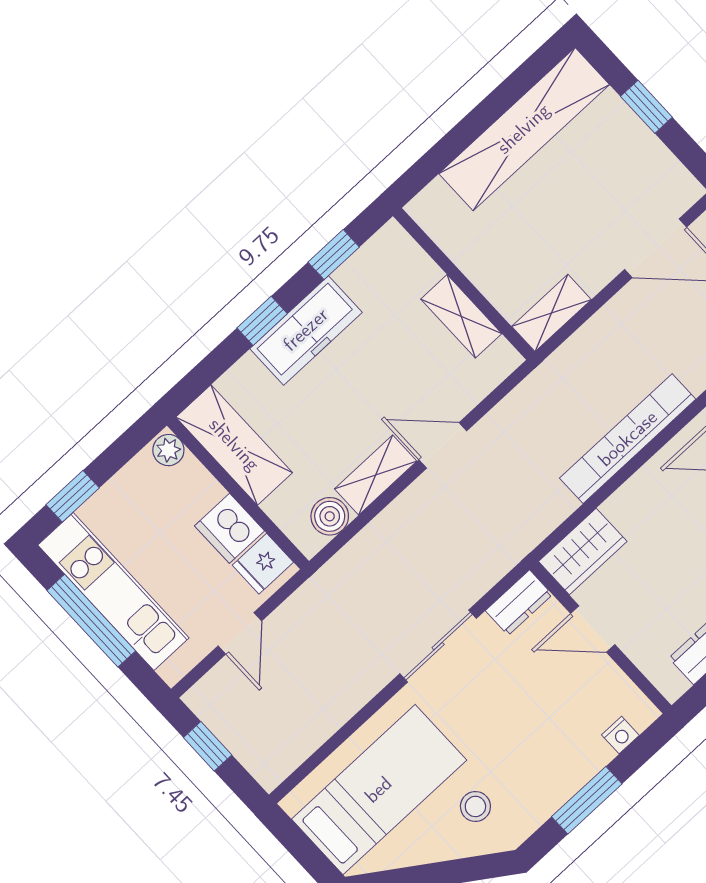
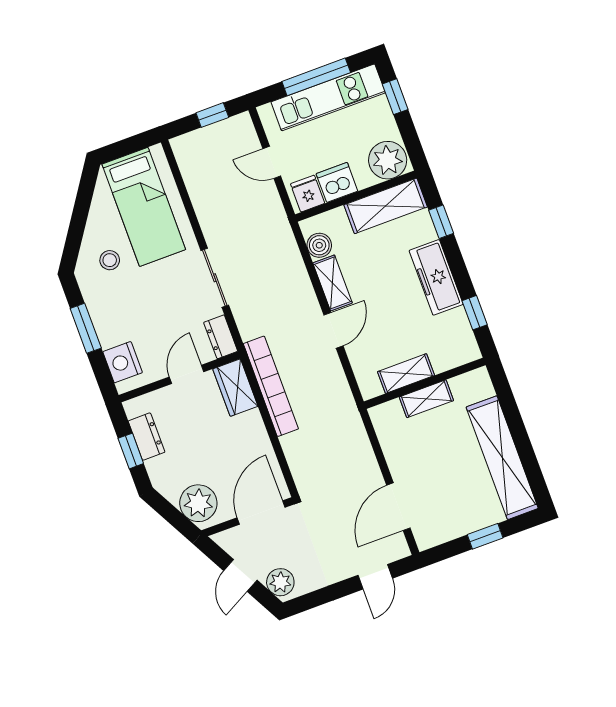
shelving: (551, 313) -> (426, 399), moved, turned 90
window: (262, 321) -> (441, 222), moved
bookcase: (628, 439) -> (271, 386), moved
plant: (168, 450) -> (388, 160), width x1.88, depth x1.88
nightstand: (620, 735) -> (123, 362), width x1.89, depth x1.79

